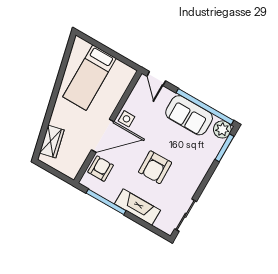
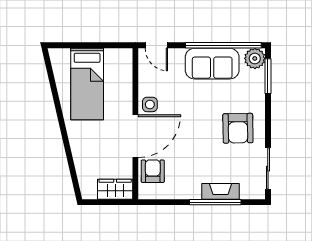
wardrobe: (52, 141) -> (115, 189), moved, turned -77
armchair: (155, 167) -> (238, 128), moved
window: (106, 202) -> (215, 202), moved
fireplace: (138, 207) -> (221, 191), width x0.73, depth x0.76

